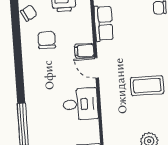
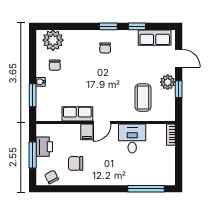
row of seats: (104, 23) -> (77, 114), moved
coffee table: (147, 86) -> (143, 98), moved

